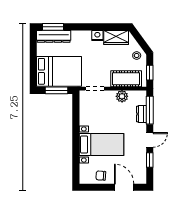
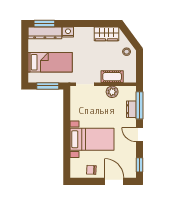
nightstand: (97, 36) -> (68, 32), moved
bed: (59, 71) -> (50, 62), width x0.67
window: (150, 73) -> (139, 68), removed
cot: (126, 79) -> (112, 77), width x0.73, depth x0.75
door: (150, 140) -> (139, 135), swing flipped
window: (150, 160) -> (139, 165), moved

